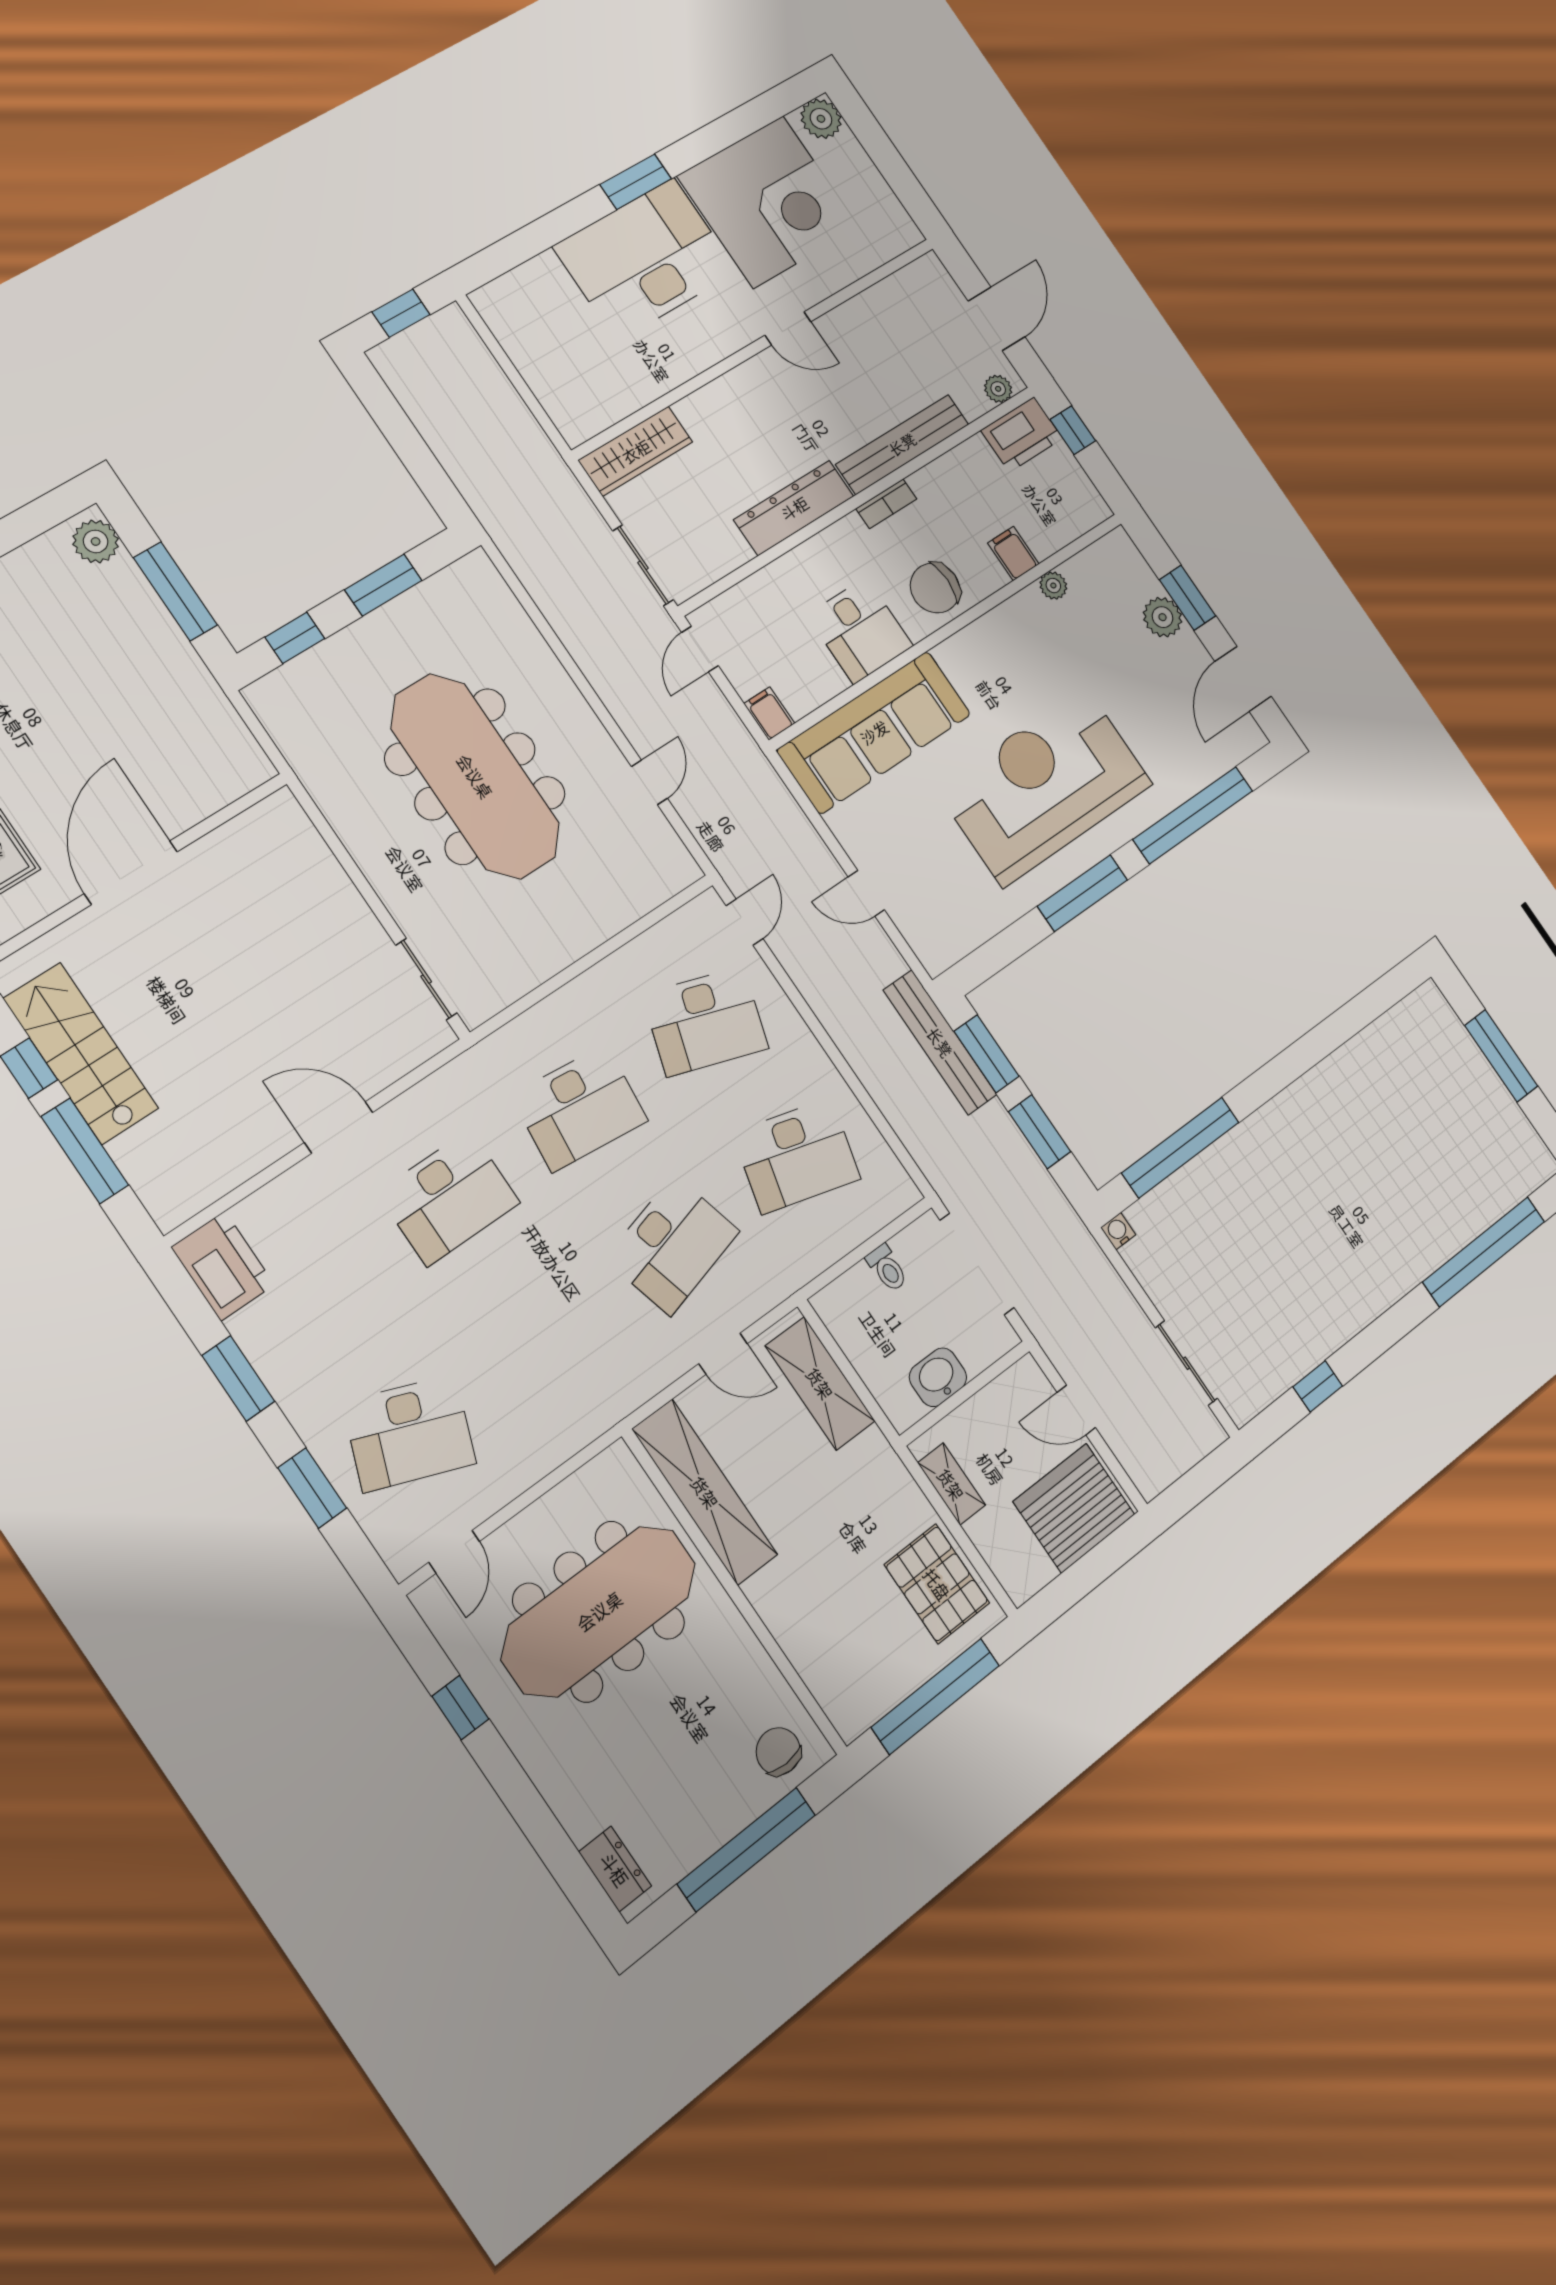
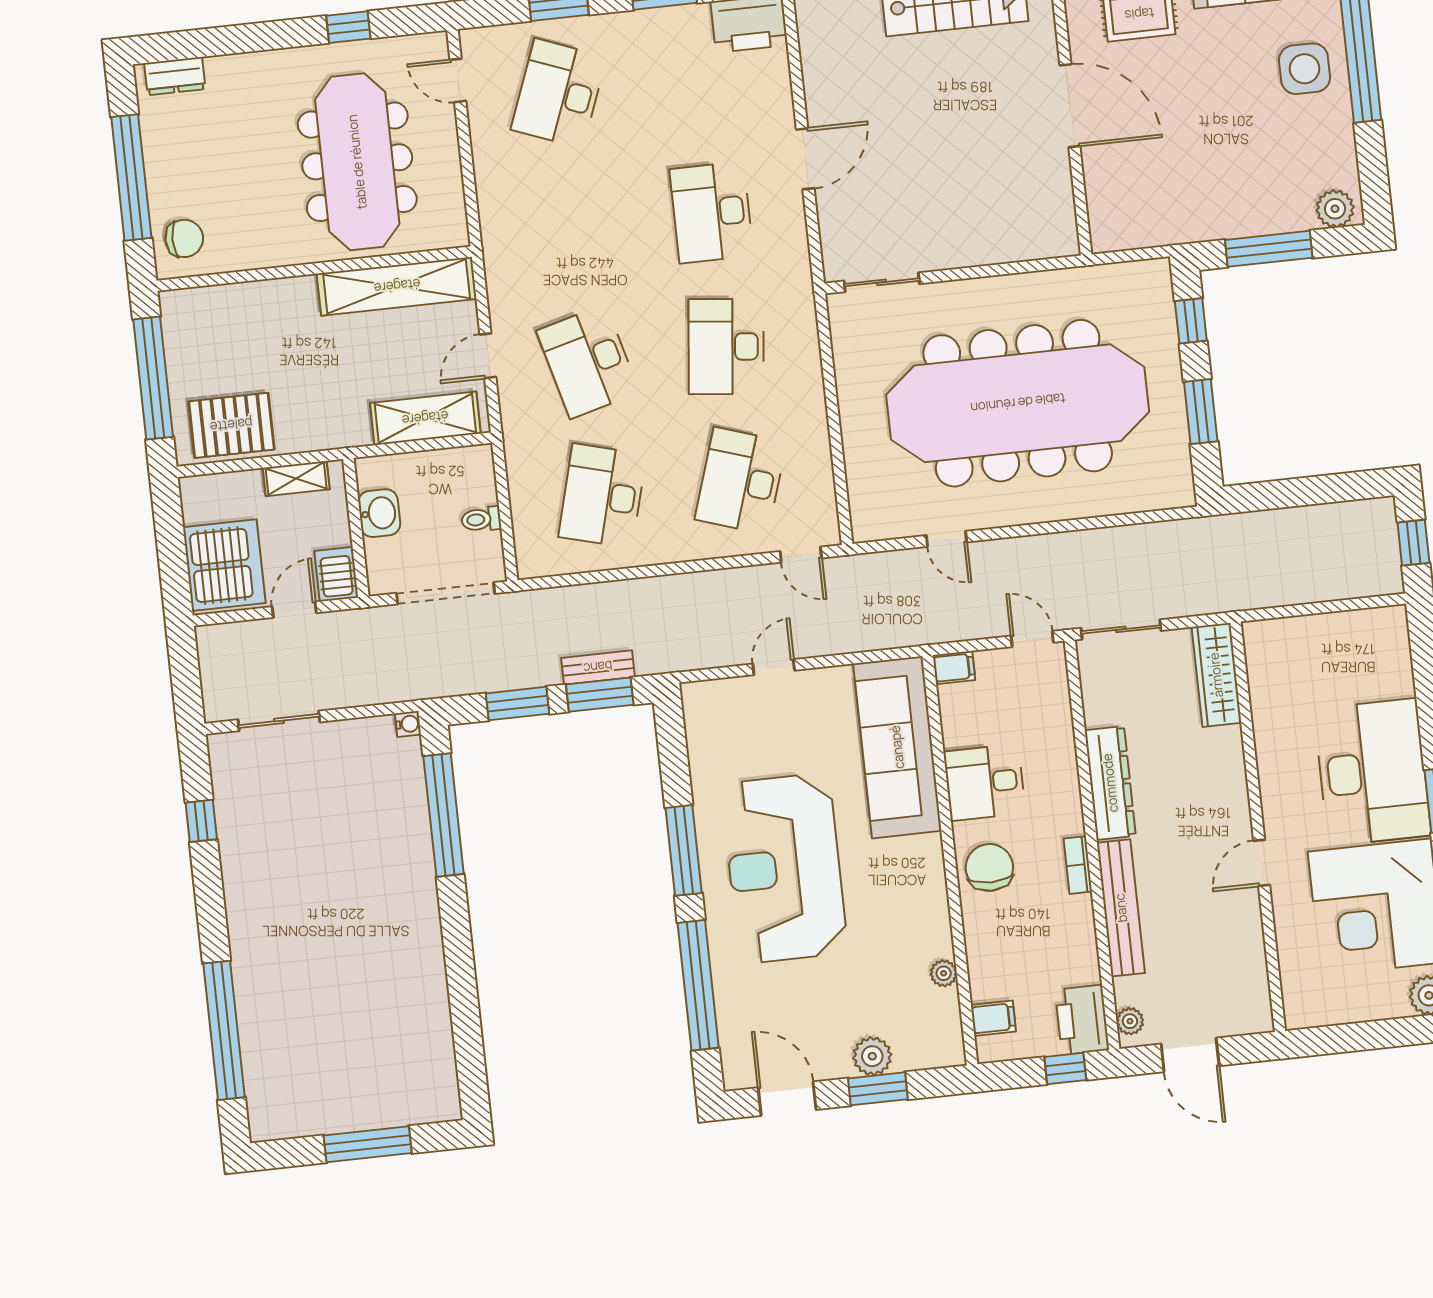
filing cabinet: (1013, 554) -> (993, 1018), moved
meeting table: (475, 776) -> (1018, 403), width x1.36, depth x1.27
reception desk: (1045, 786) -> (784, 868), turned 180
bench: (940, 1042) -> (598, 667), width x0.54, depth x0.82
server rack: (1020, 1387) -> (336, 574), added

